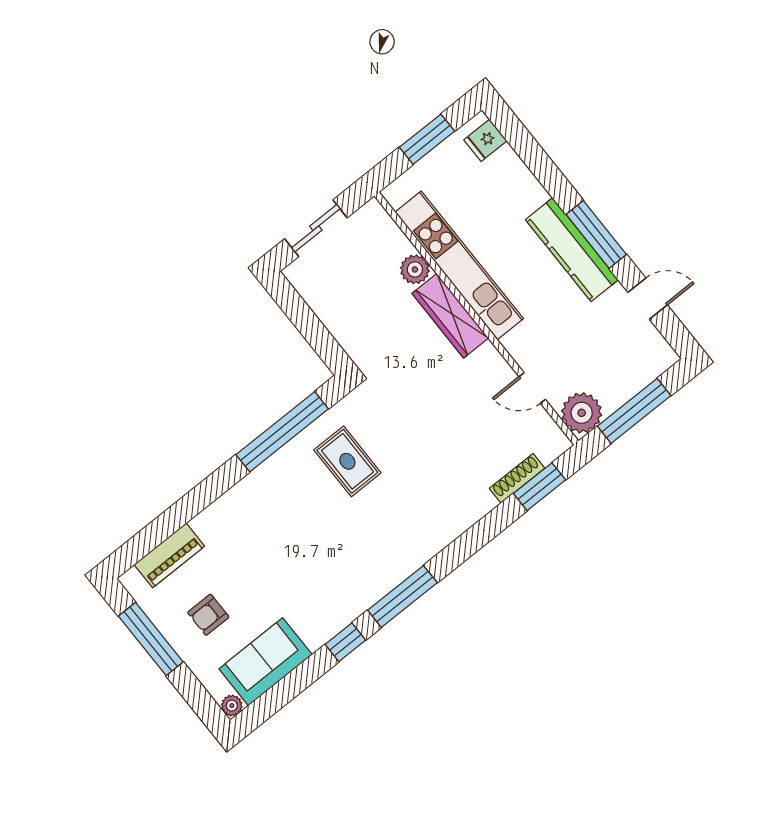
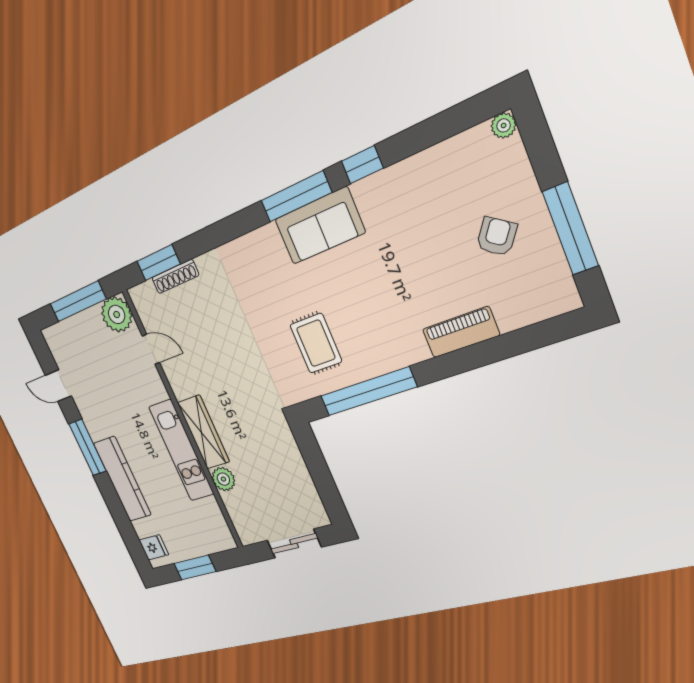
kitchen counter: (572, 250) -> (122, 479), moved
kitchen unit: (459, 265) -> (181, 450), width x0.73
piano: (169, 555) -> (461, 332), moved
armchair: (208, 615) -> (497, 237), turned -54
sofa: (266, 662) -> (320, 226), moved

